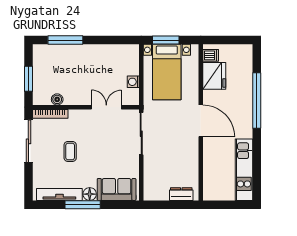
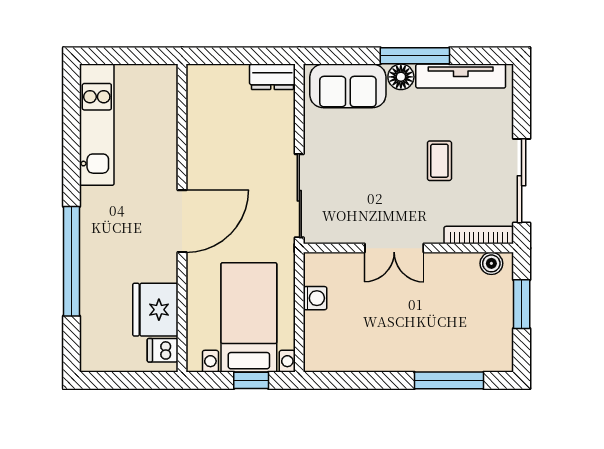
window: (166, 40) -> (251, 380), width x0.67
boiler: (57, 99) -> (491, 263), moved
double door: (106, 107) -> (394, 248), moved
door: (201, 121) -> (182, 221), swing flipped
dresser: (181, 194) -> (272, 77), moved

